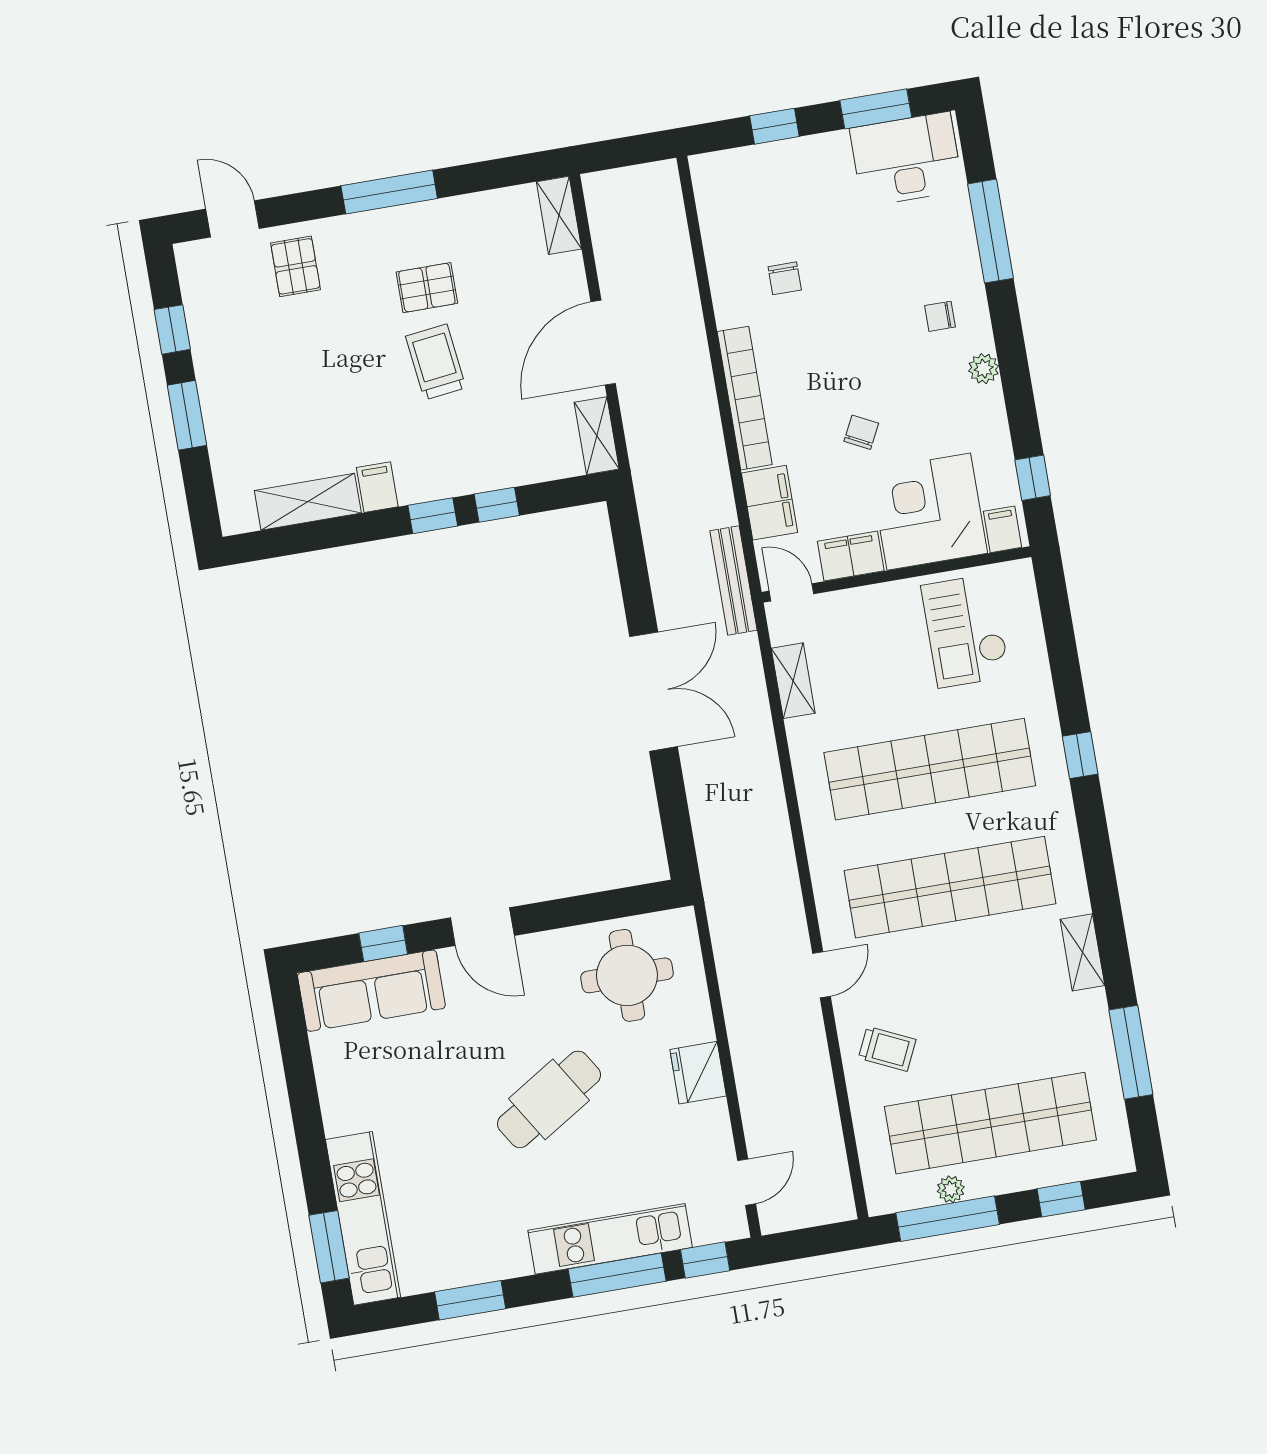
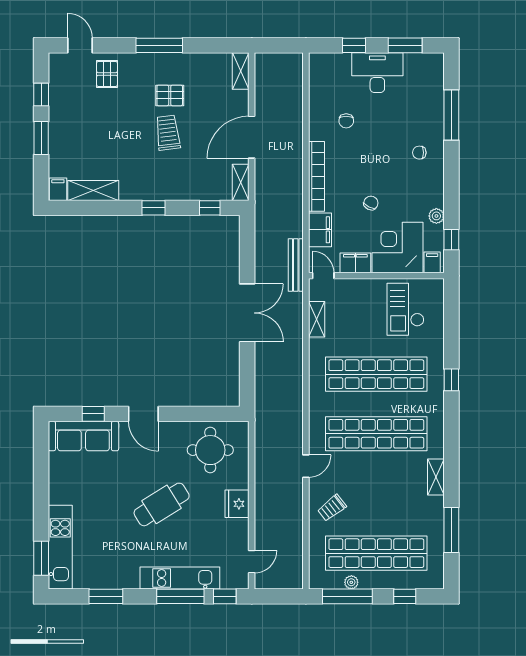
desk: (906, 159) -> (377, 73), moved
plant: (984, 369) -> (436, 216), moved
filing cabinet: (377, 487) -> (58, 189), moved
window: (497, 505) -> (210, 208), moved
trolley: (887, 1049) -> (332, 508), turned 117

